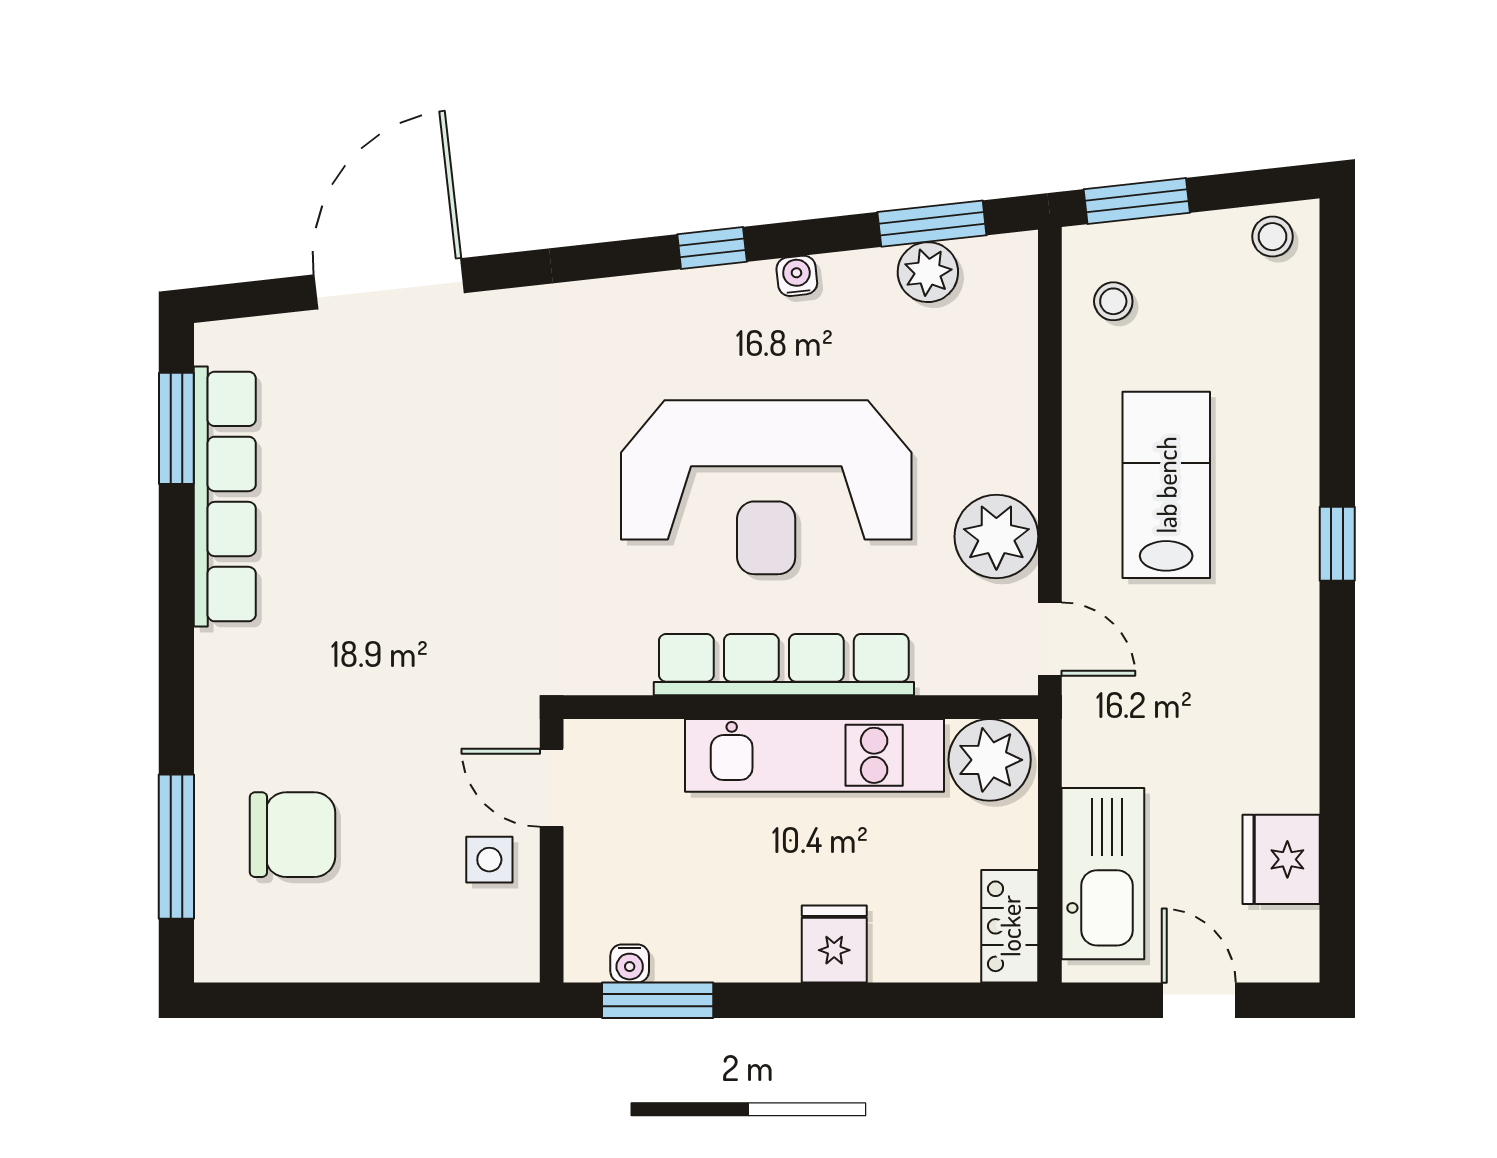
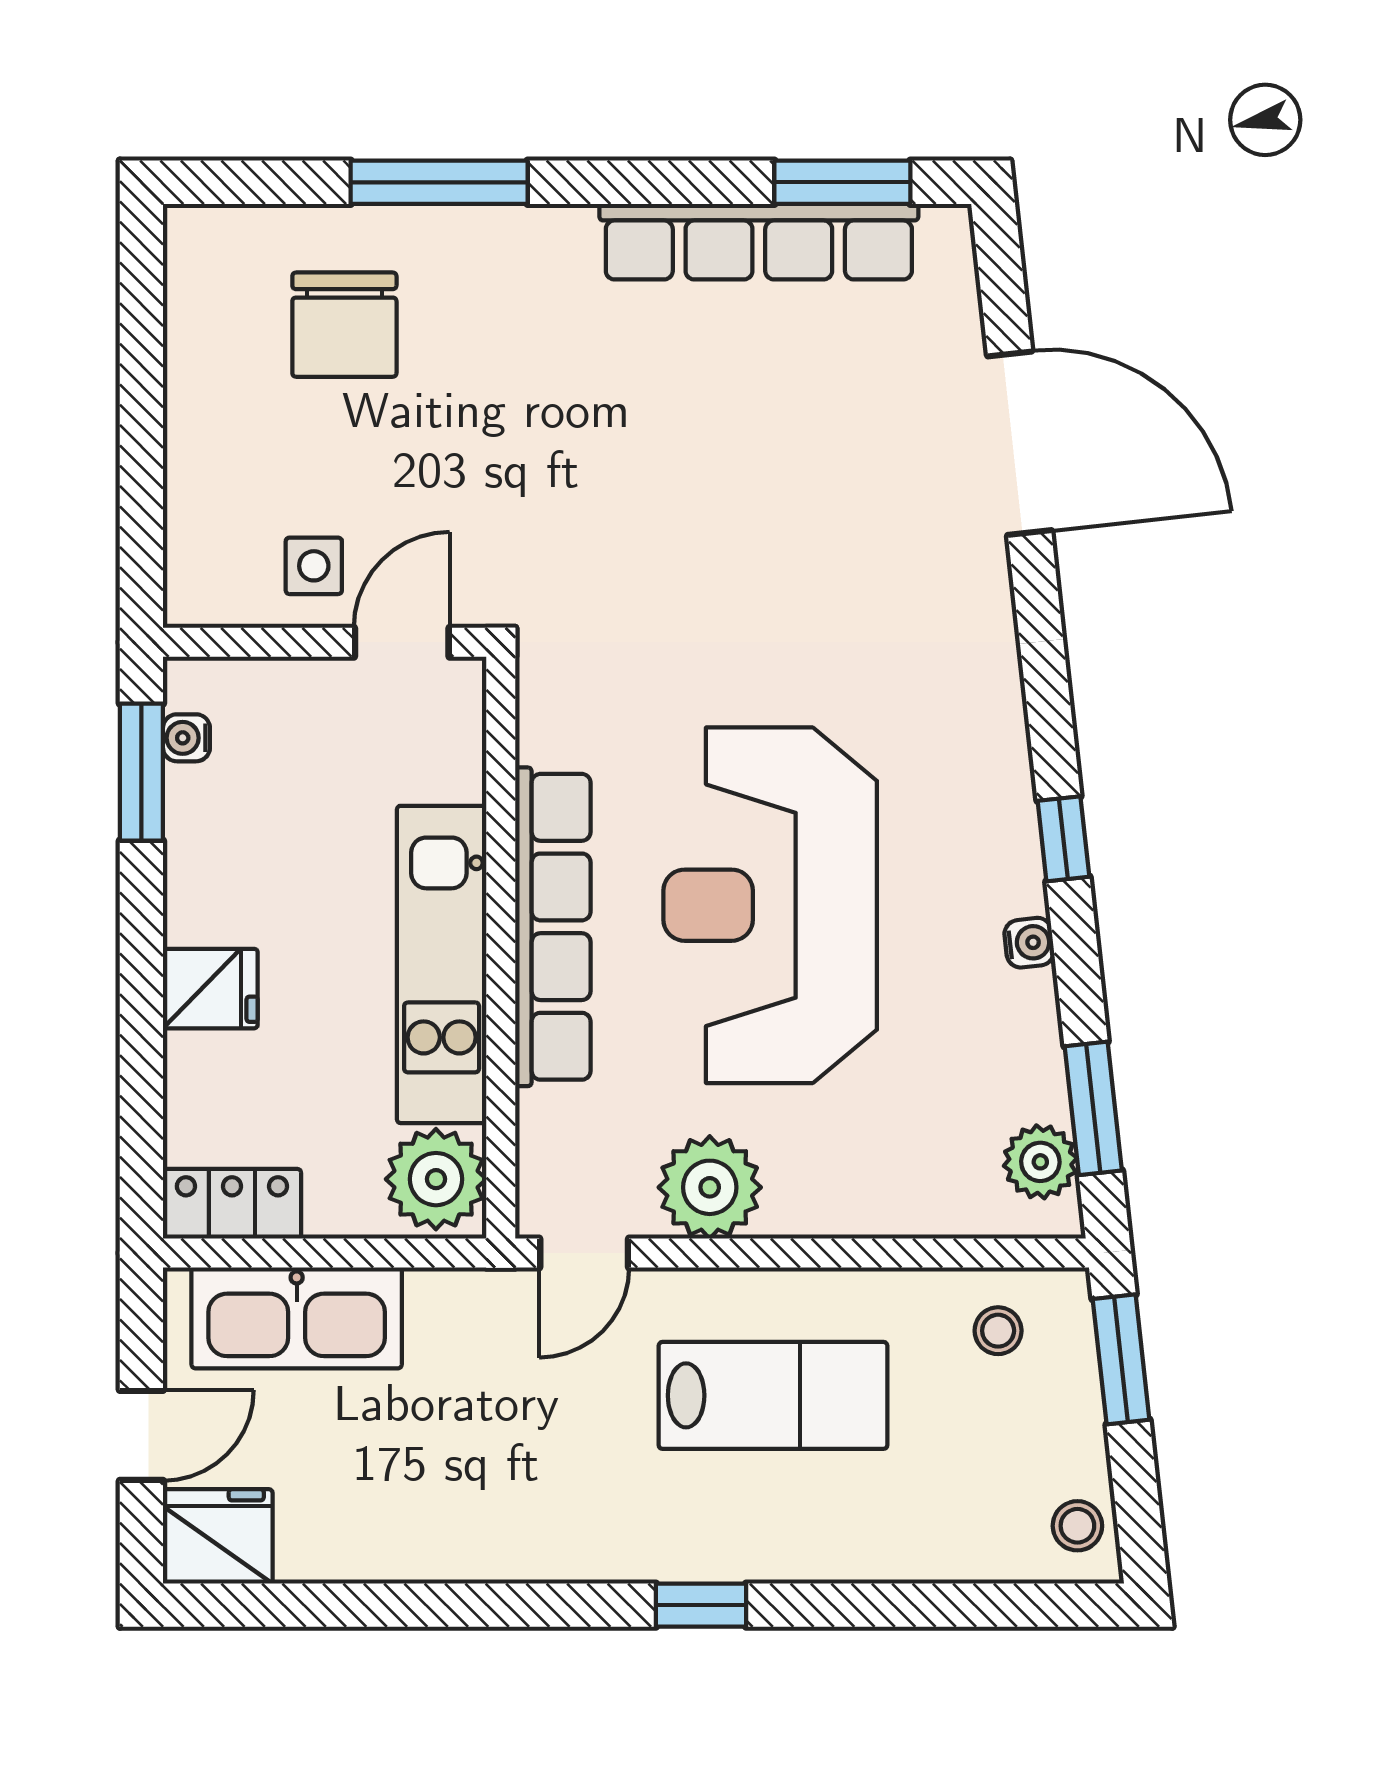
plant: (928, 272) -> (1040, 1162), moved
window: (176, 847) -> (439, 182), moved
fridge: (1281, 859) -> (218, 1536), moved

